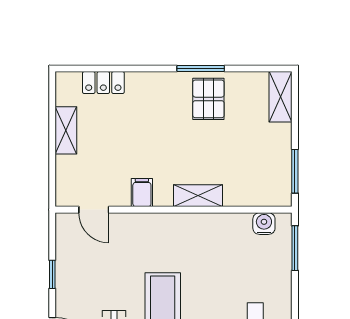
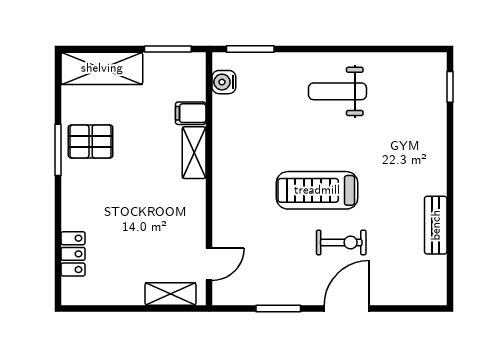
shelving: (280, 97) -> (102, 68), width x1.50, depth x1.33
shelving: (66, 130) -> (171, 294), moved
filing cabinet: (142, 193) -> (191, 113), moved
window: (52, 274) -> (278, 309), width x1.50

